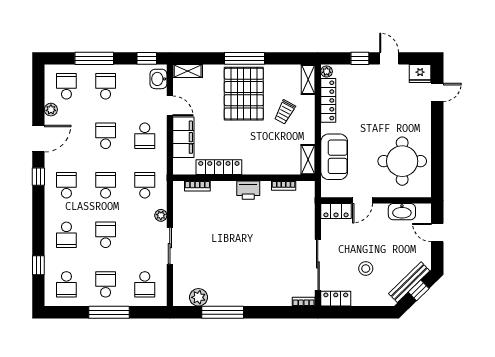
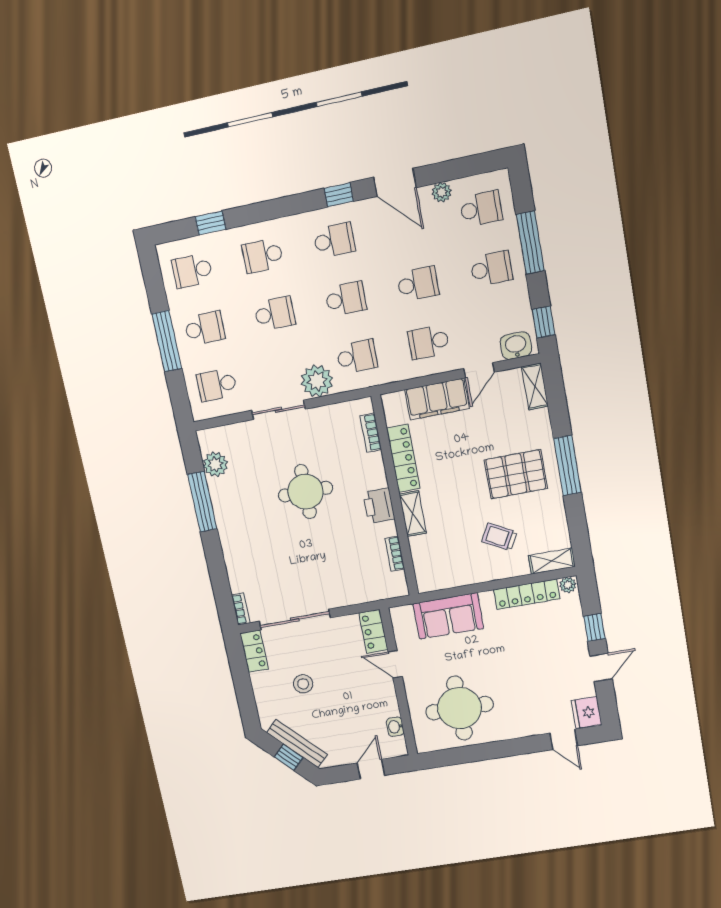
pallet: (244, 94) -> (516, 474), width x0.73, depth x0.71
shelving: (308, 160) -> (413, 514), moved, turned 90
washbasin: (402, 212) -> (395, 727), width x0.52, depth x0.69
plant: (161, 215) -> (317, 381), width x1.88, depth x1.88
round table: (229, 239) -> (305, 492), added

